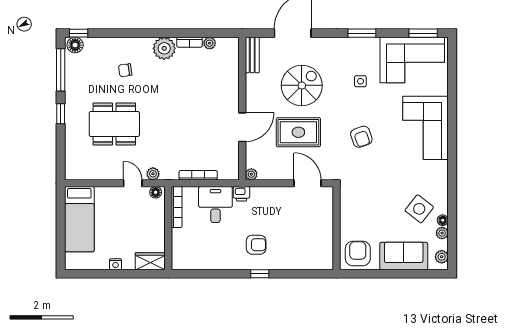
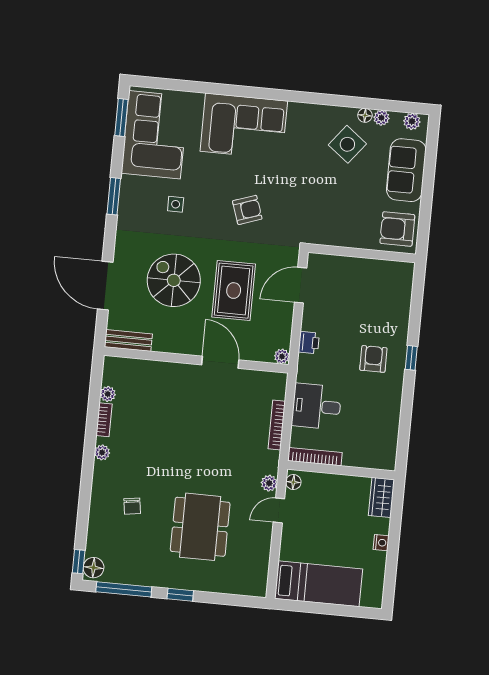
plant: (164, 48) -> (102, 452), width x0.53, depth x0.53
printer: (242, 194) -> (309, 342), moved

